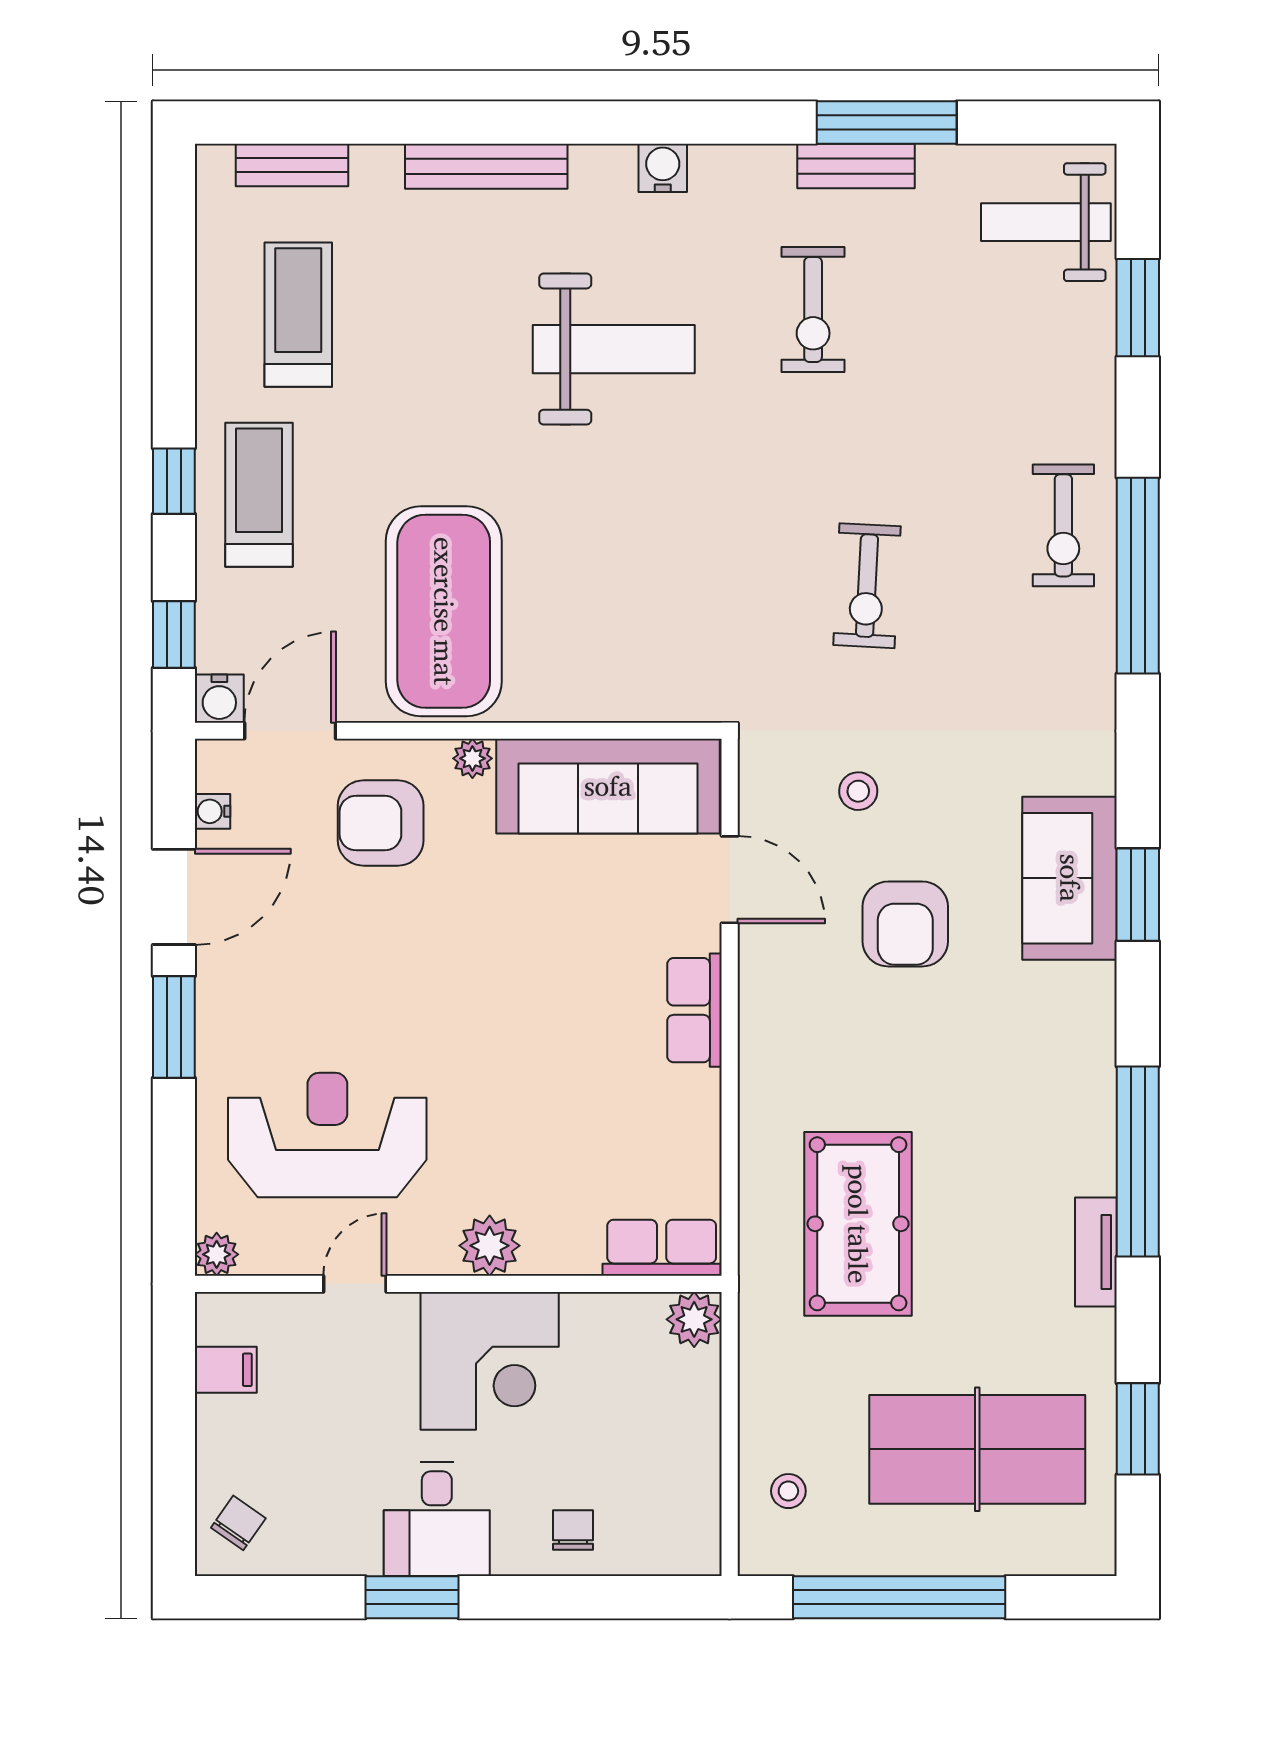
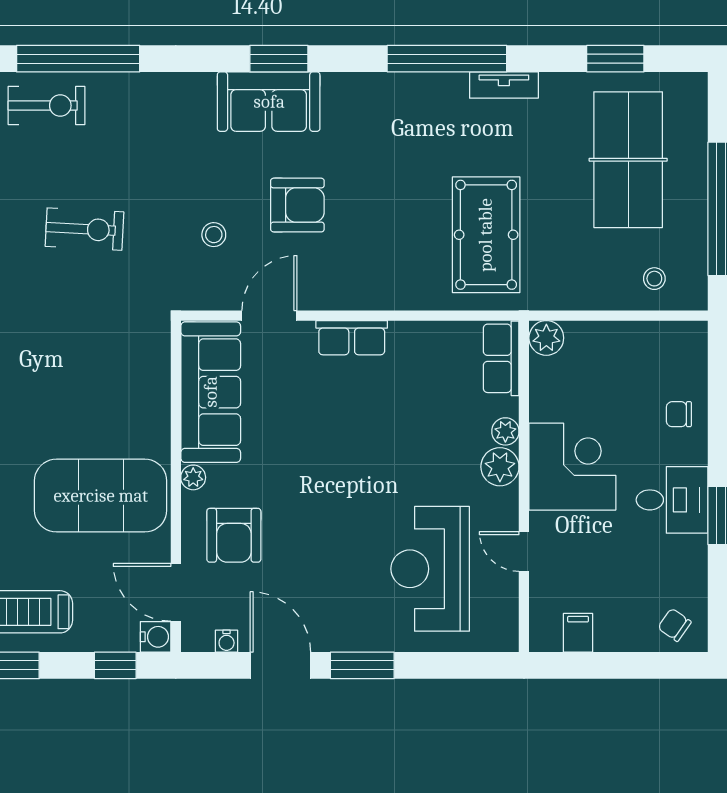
pool table: (858, 1224) -> (486, 235), turned 90
plant: (217, 1254) -> (505, 431), moved

